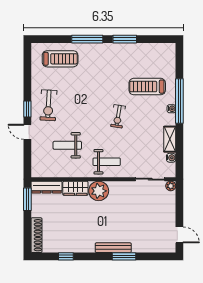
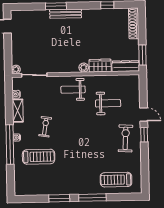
exercise bike: (118, 116) -> (45, 127), moved
plant: (99, 191) -> (84, 68), width x0.53, depth x0.53

